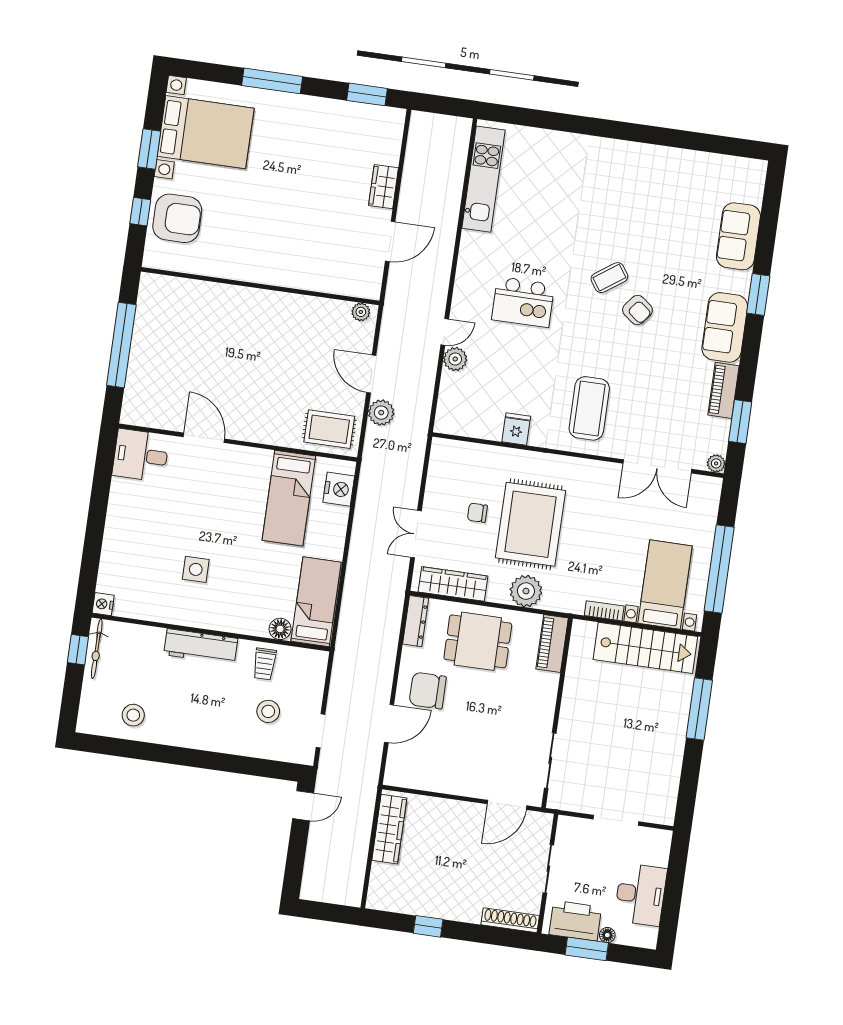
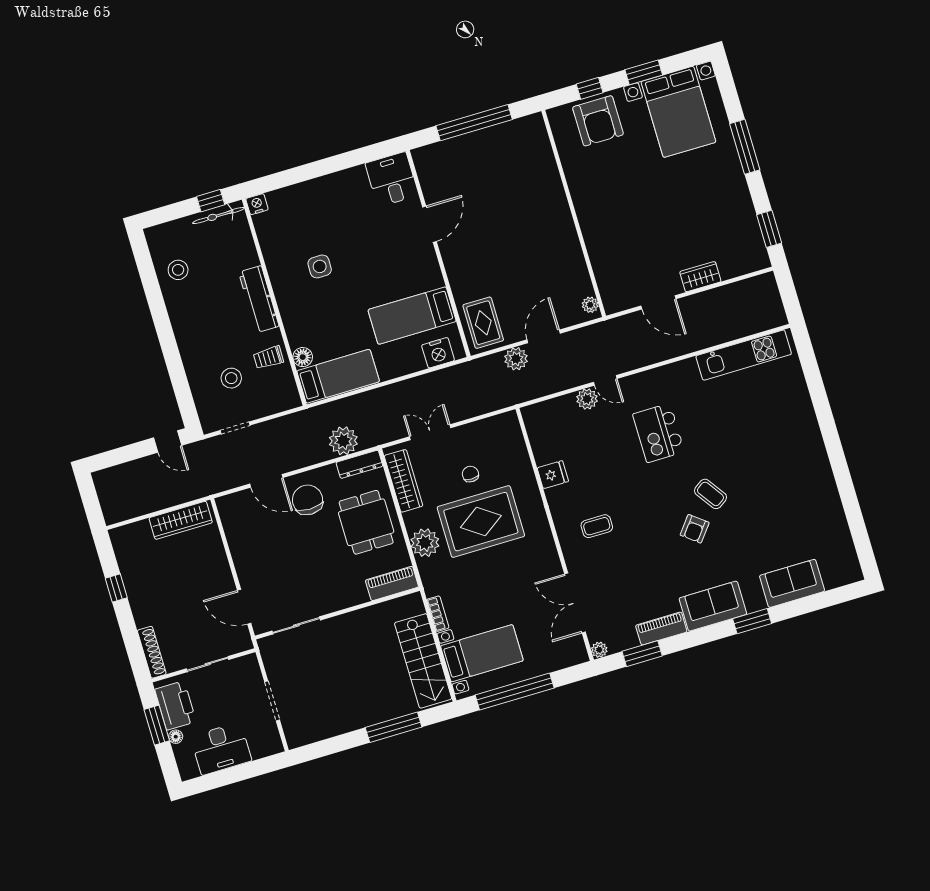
coffee table: (589, 408) -> (597, 526), width x0.54, depth x0.58
plant: (384, 627) -> (343, 441), added

